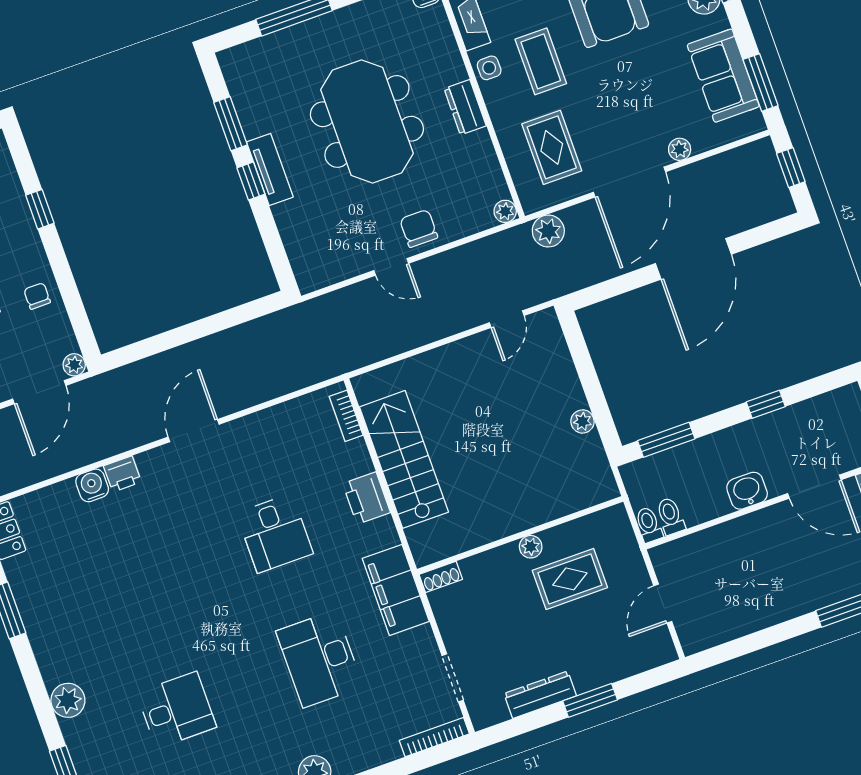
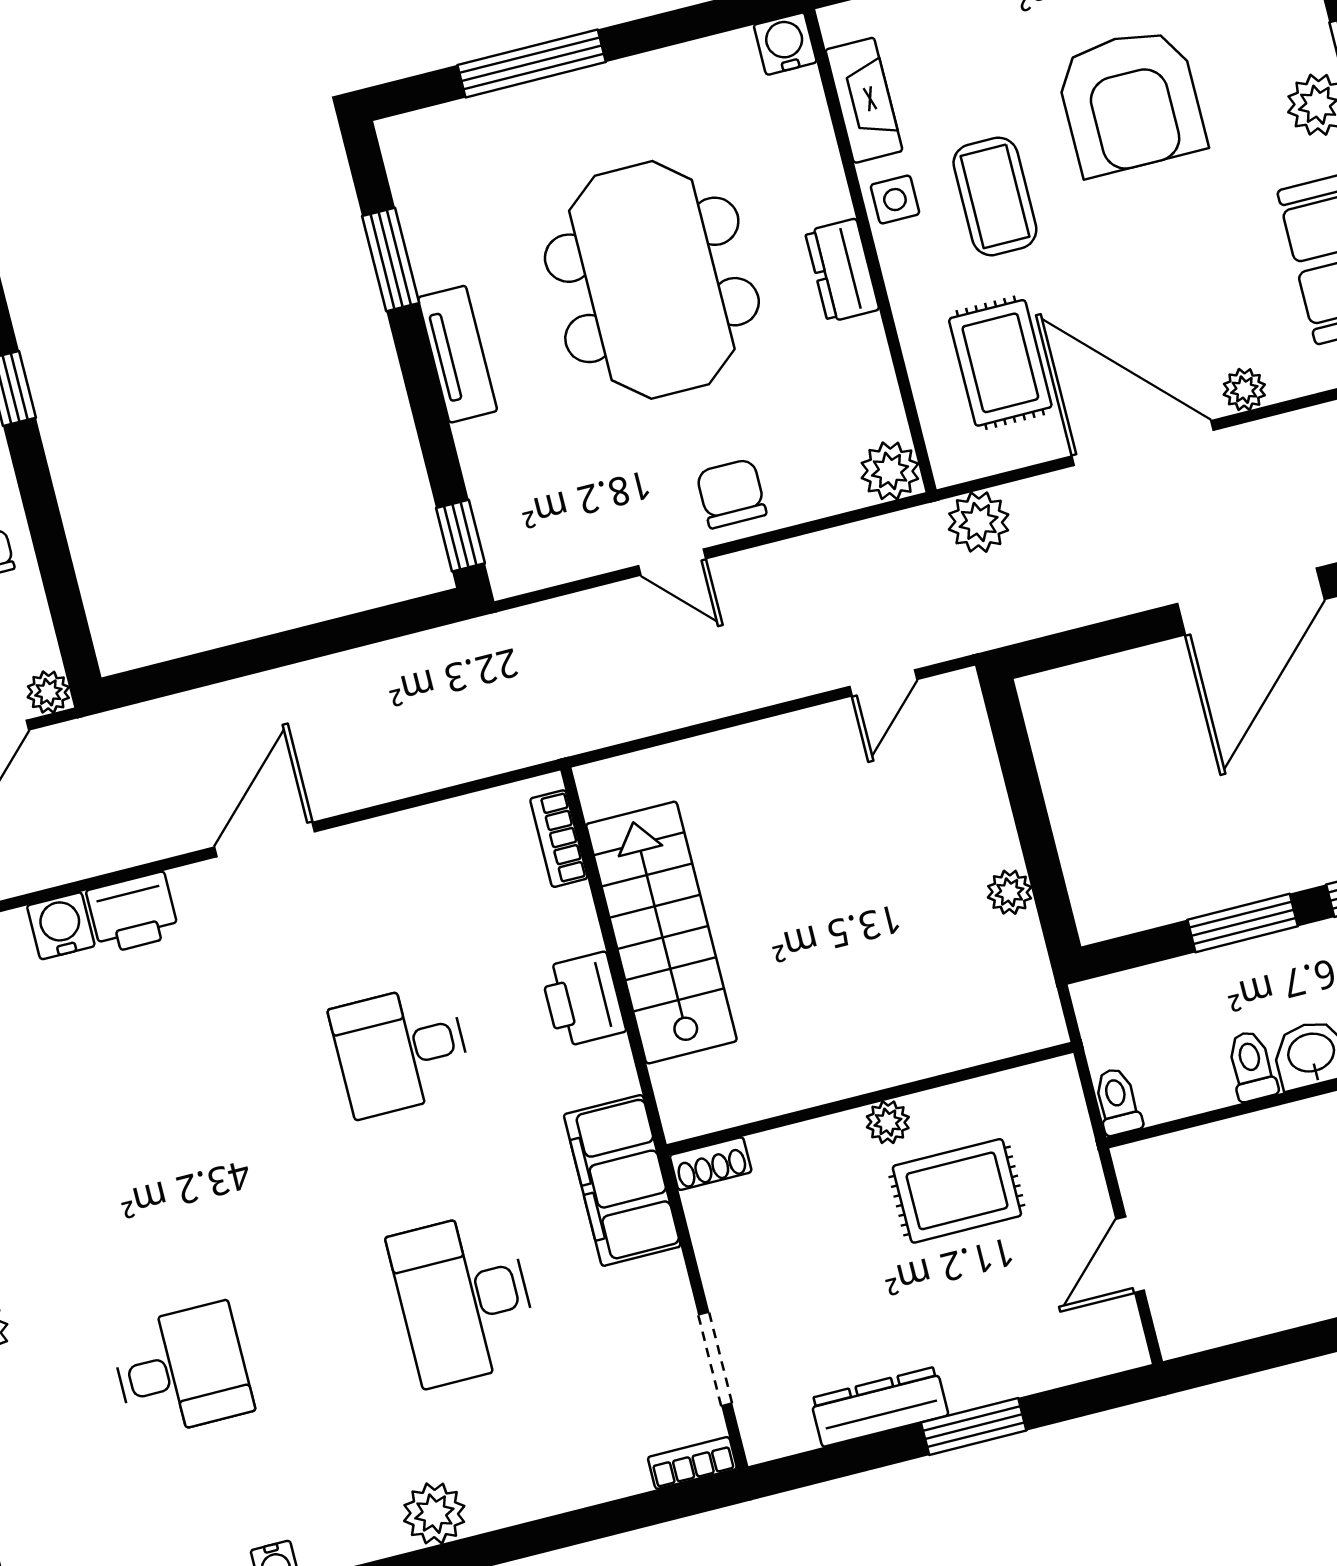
window: (251, 181) -> (460, 536), moved
door: (630, 182) -> (1143, 443), swing flipped
plant: (505, 211) -> (890, 471), width x1.38, depth x1.38
window: (666, 440) -> (1243, 923), moved
printer: (122, 474) -> (133, 913), width x1.36, depth x1.24
toilet: (670, 516) -> (1252, 1066), moved
desk: (275, 533) -> (401, 1050), turned 90
bookcase: (434, 737) -> (692, 1463), width x0.64

